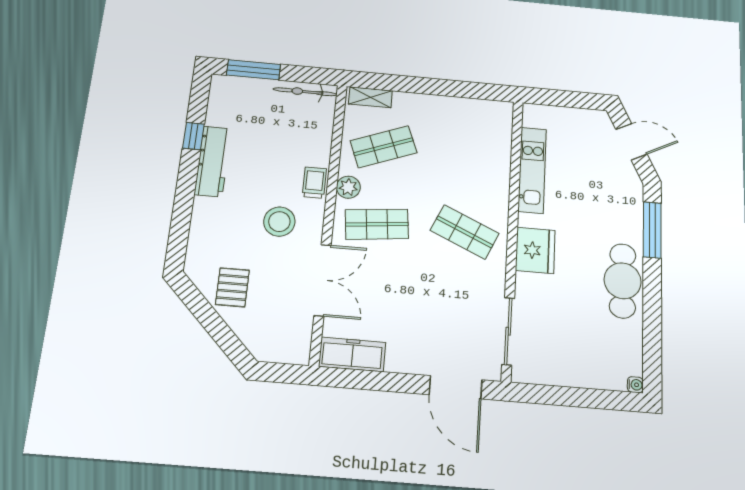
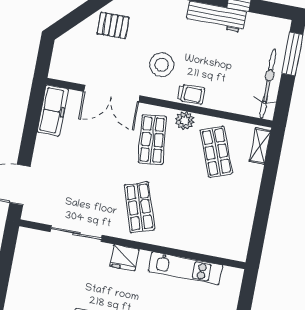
bicycle: (305, 92) -> (268, 84), width x1.37, depth x1.40
shop shelf: (465, 232) -> (139, 207), turned -42
fridge: (535, 250) -> (124, 258), width x0.73, depth x0.75
sliding door: (508, 331) -> (76, 234), moved

